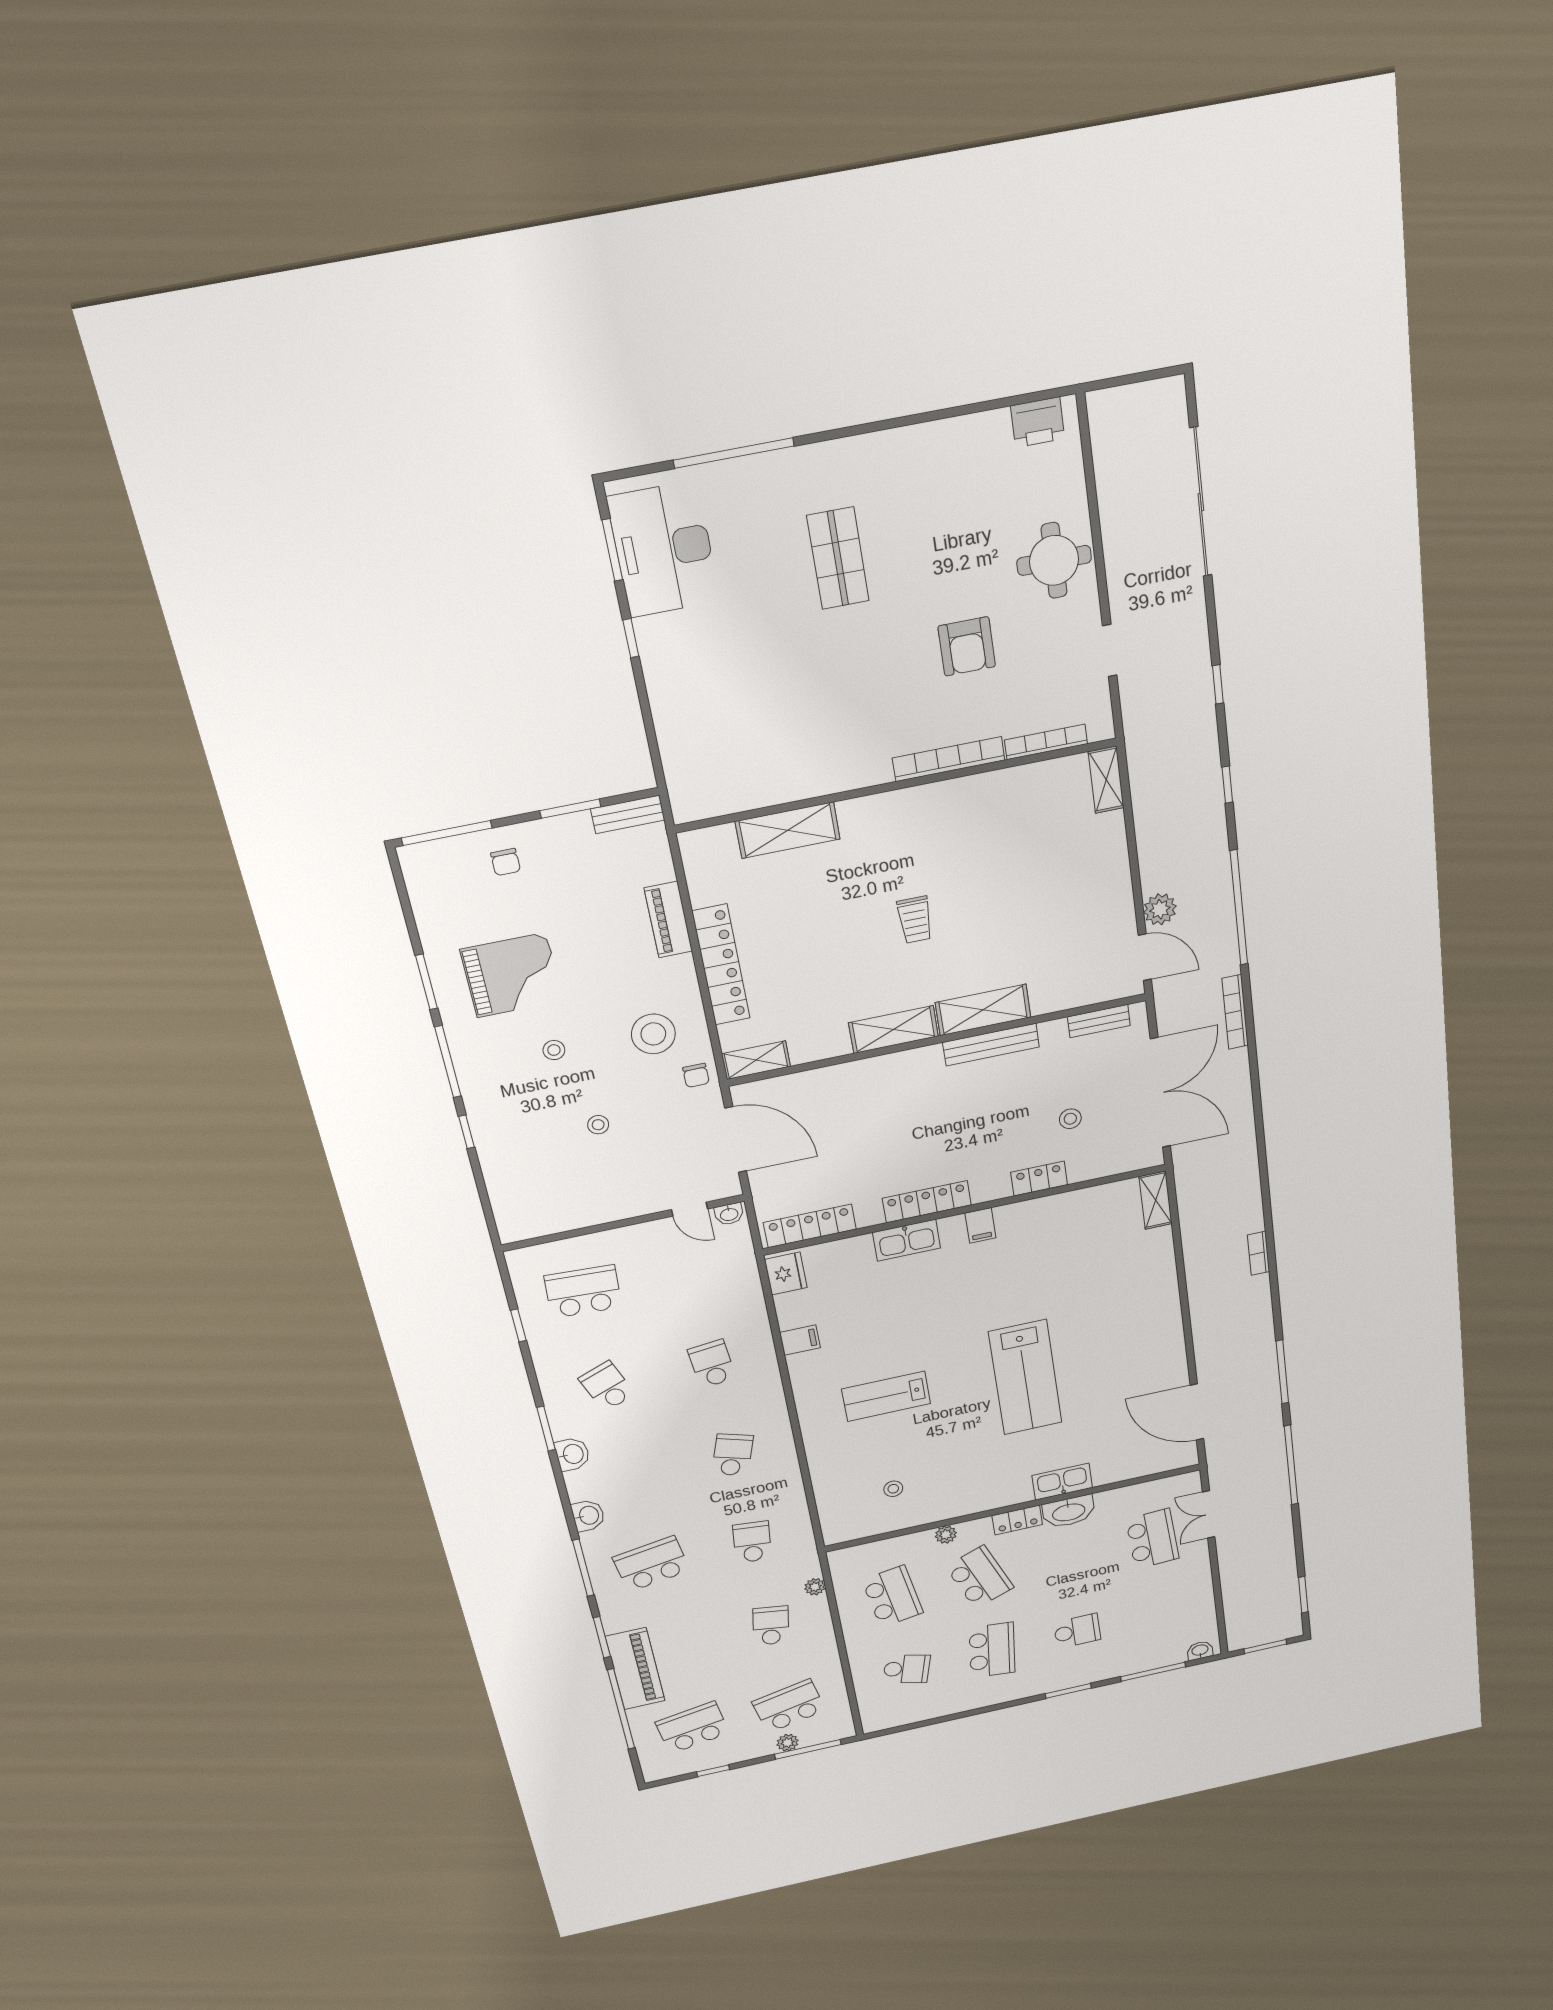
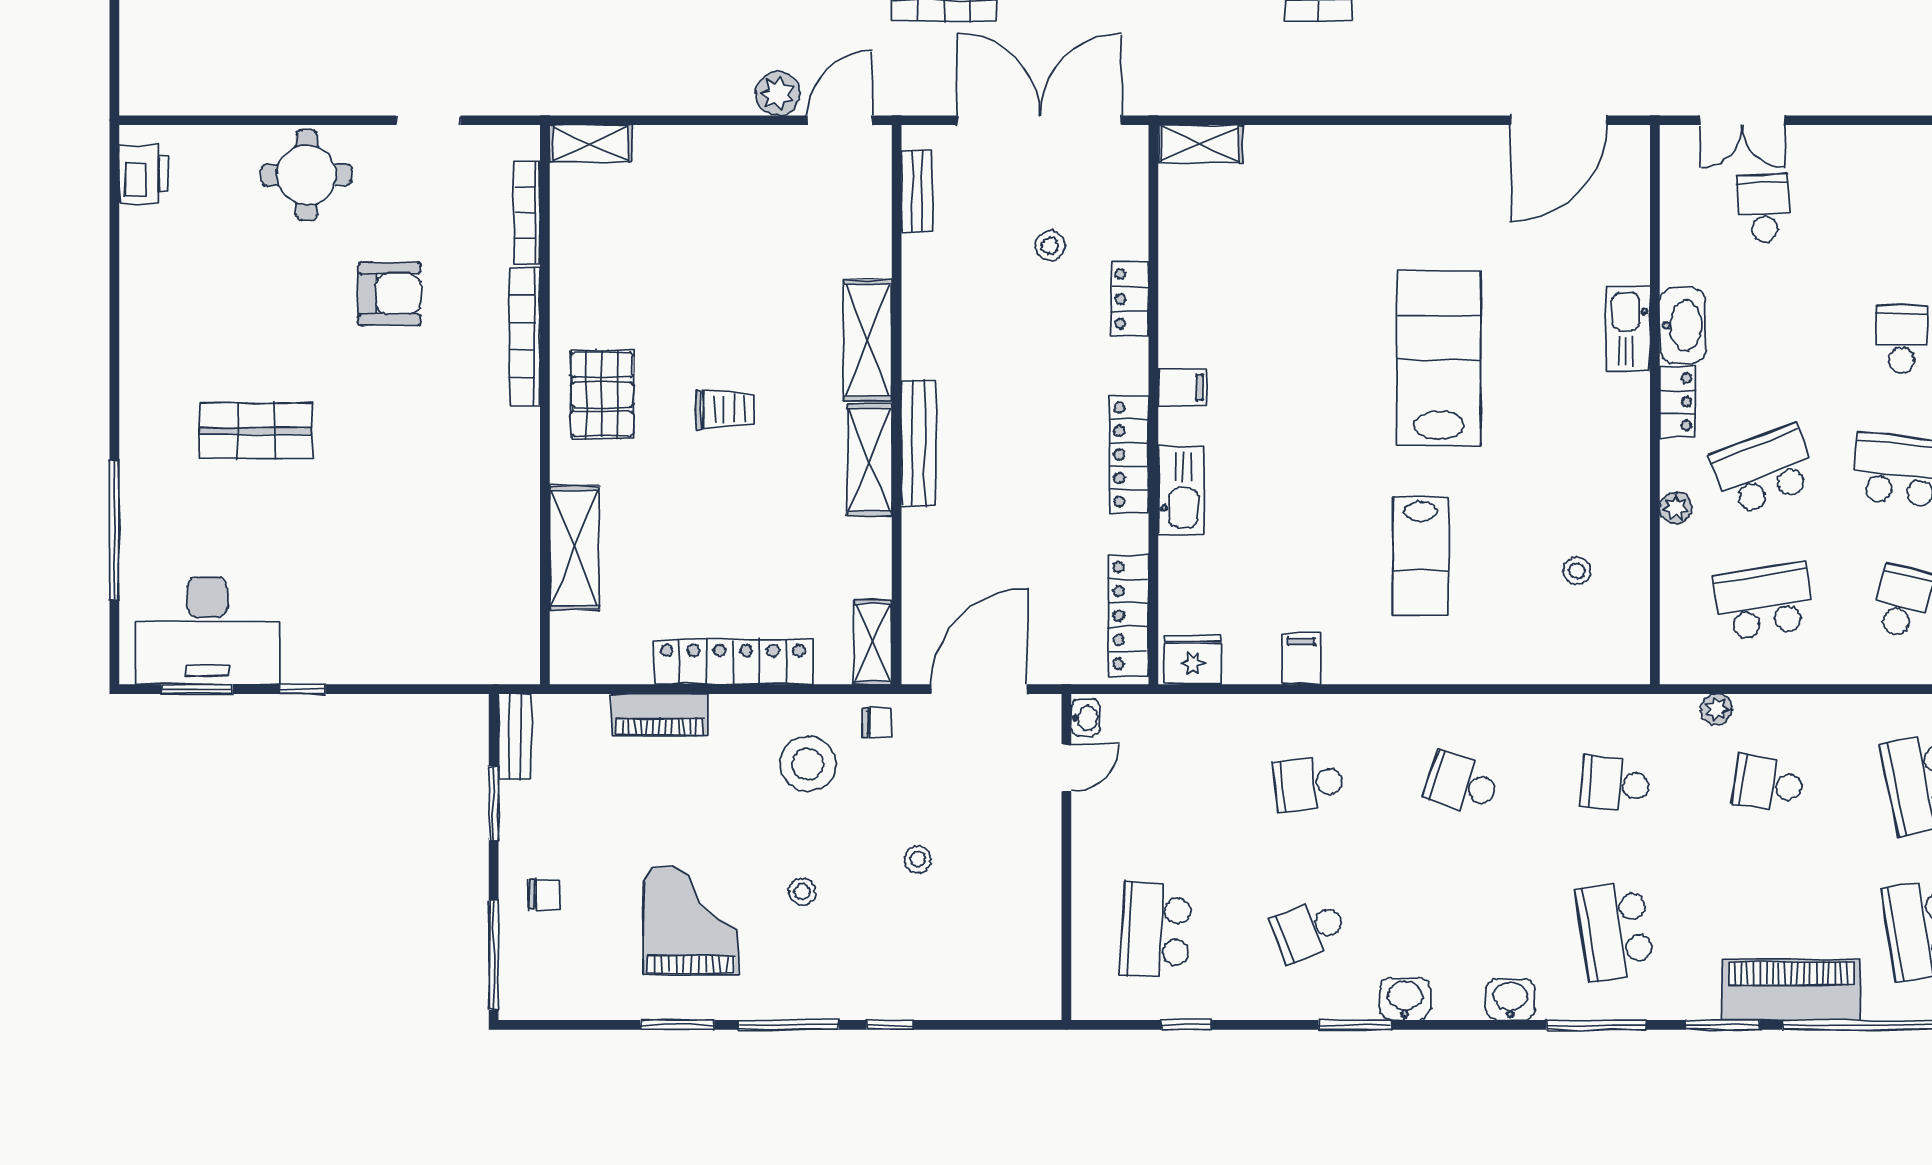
pallet: (912, 827) -> (602, 394), added
bench: (991, 1045) -> (919, 443), moved
lab bench: (1025, 1377) -> (1439, 358), turned -90
school desk: (1152, 1539) -> (1764, 208), width x0.54

